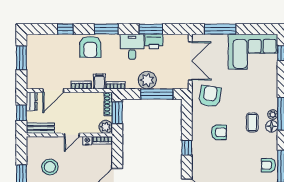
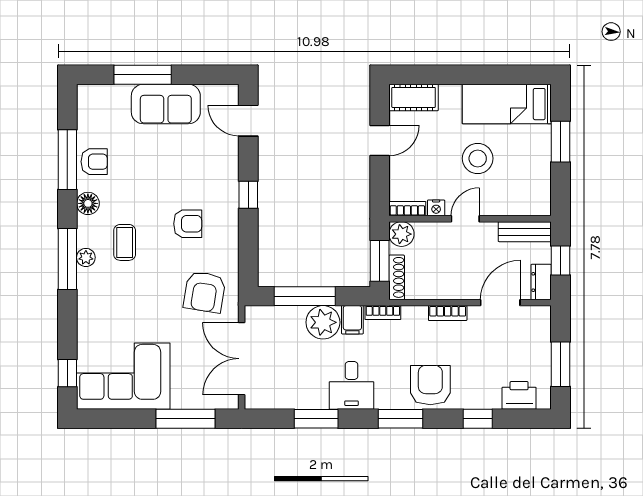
printer: (154, 41) -> (519, 395), moved
filing cabinet: (99, 81) -> (352, 320), moved
floor lamp: (272, 126) -> (88, 203), moved
armchair: (219, 132) -> (188, 224), turned 180
stool: (50, 167) -> (478, 158), moved

